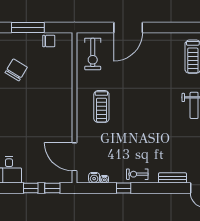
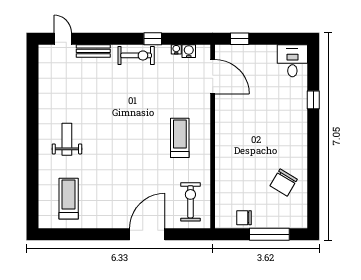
exercise bike: (137, 174) -> (136, 55), width x1.38, depth x1.39
window: (31, 188) -> (266, 39), removed

